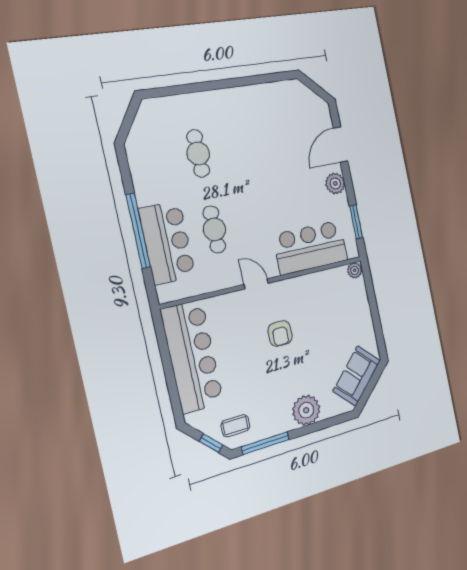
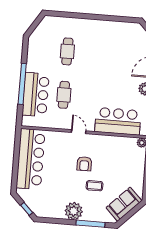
plant: (306, 410) -> (74, 211), moved
coffee table: (235, 426) -> (94, 186), moved
window: (265, 443) -> (90, 224), moved

